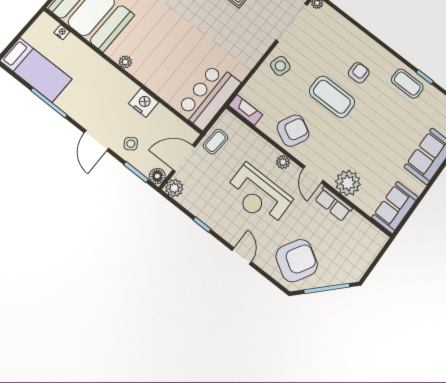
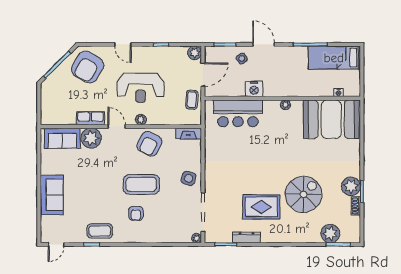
bar counter: (209, 96) -> (238, 113), moved, turned 90
floor lamp: (157, 176) -> (210, 52), removed
reception desk: (258, 195) -> (140, 88), turned 180
sofa: (395, 207) -> (62, 138), moved, turned 90

